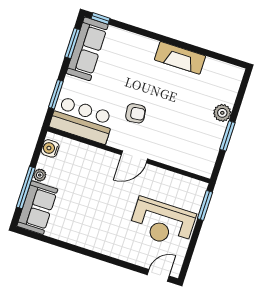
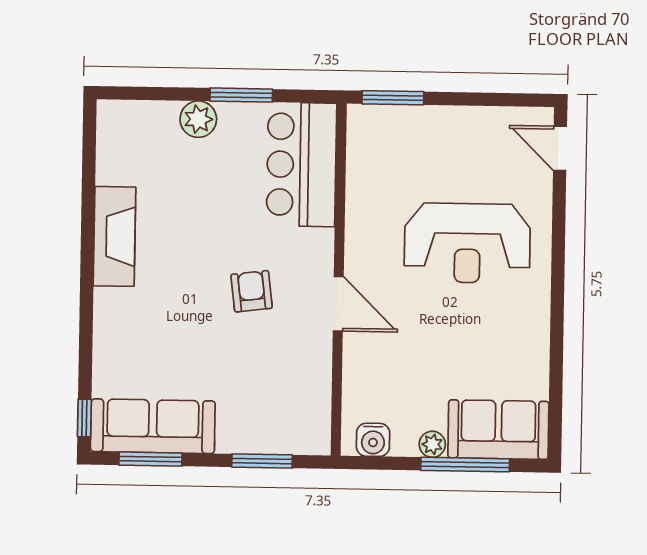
bar counter: (82, 120) -> (301, 164), moved
door: (134, 157) -> (338, 304), moved
reception desk: (162, 223) -> (467, 243), moved, turned 90

